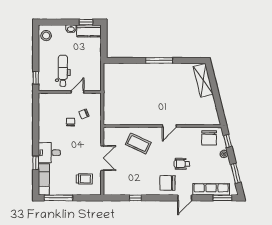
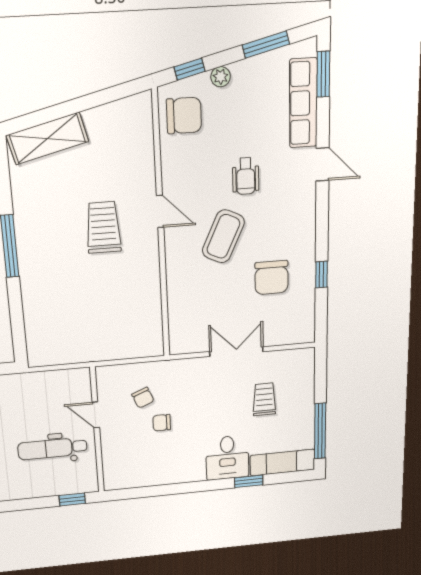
trolley: (164, 101) -> (103, 227), added
coffee table: (138, 143) -> (223, 236), moved
trolley: (84, 179) -> (264, 399), moved
chair: (167, 183) -> (271, 278), moved

